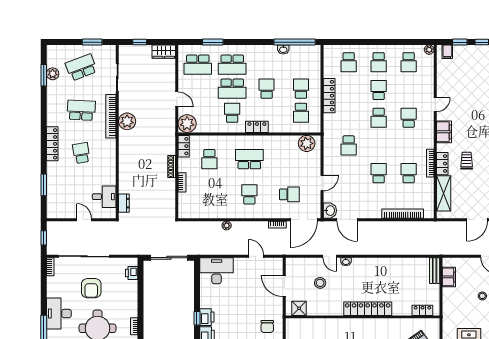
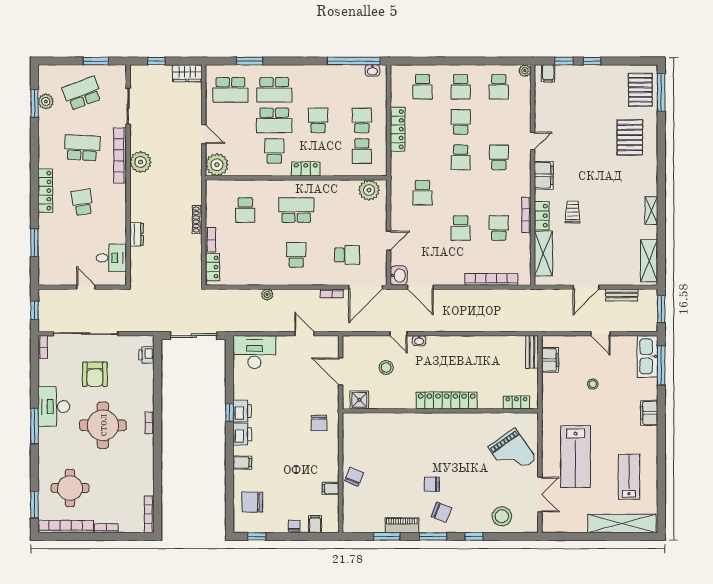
washbasin: (283, 49) -> (372, 70), moved
locker: (184, 146) -> (212, 267), moved
school desk: (379, 173) -> (461, 228), turned 180
dresser: (124, 203) -> (136, 234), moved

